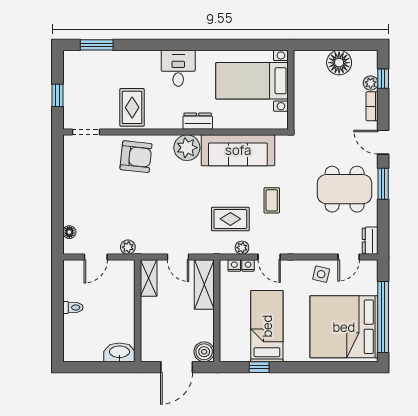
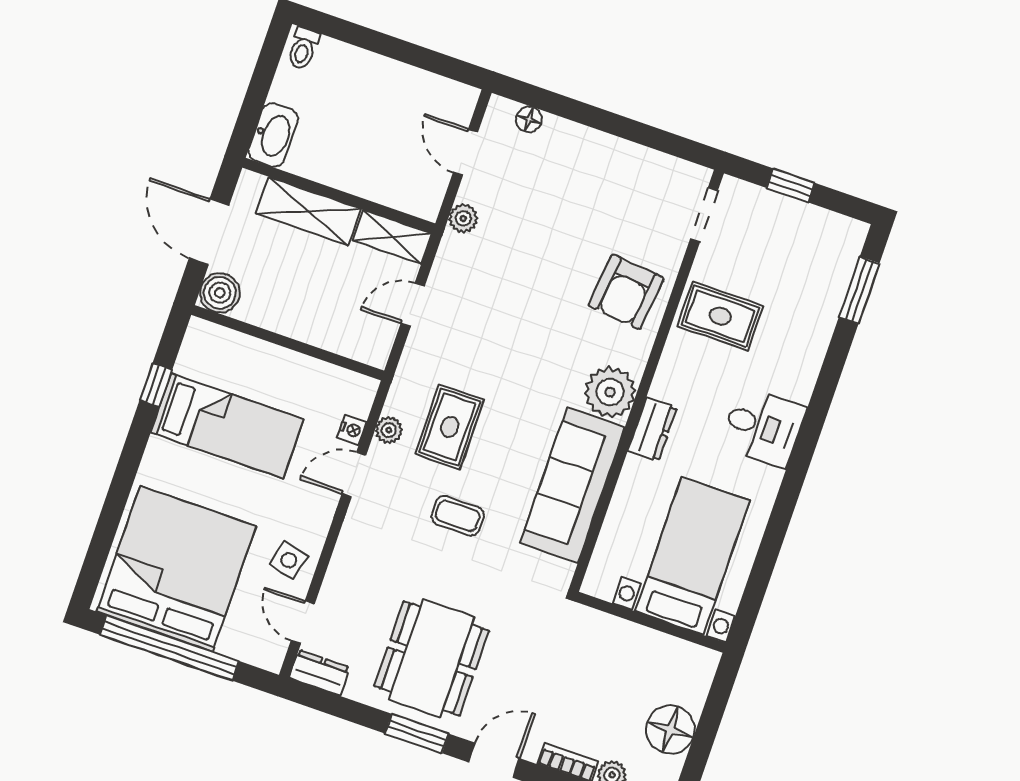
nightstand: (234, 266) -> (361, 404), removed
shelving: (204, 285) -> (308, 211), moved
toilet: (73, 307) -> (303, 49), moved

